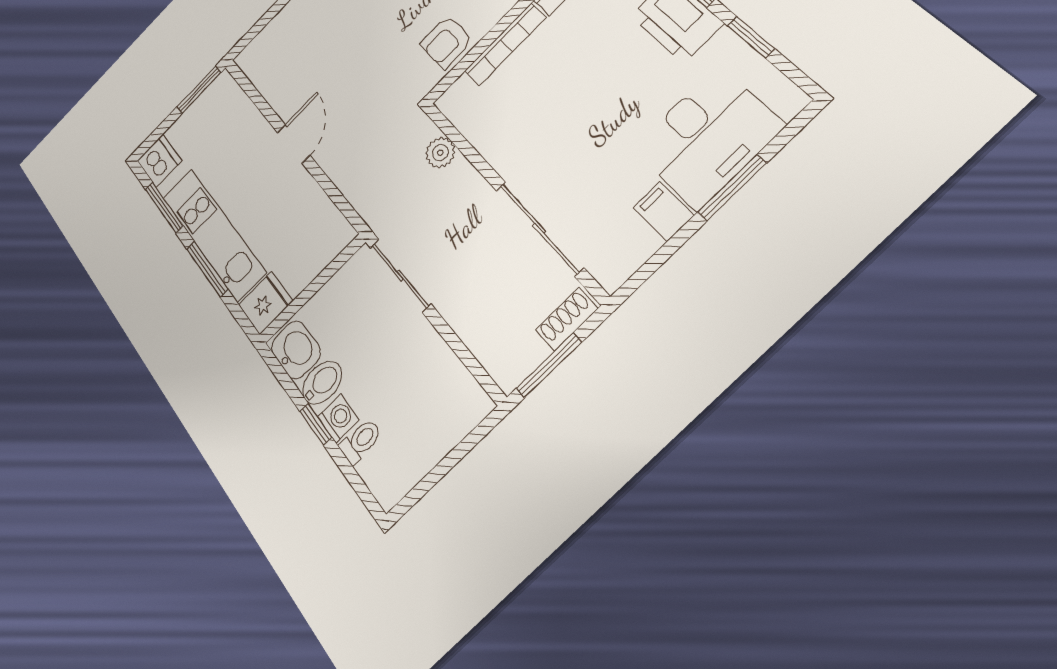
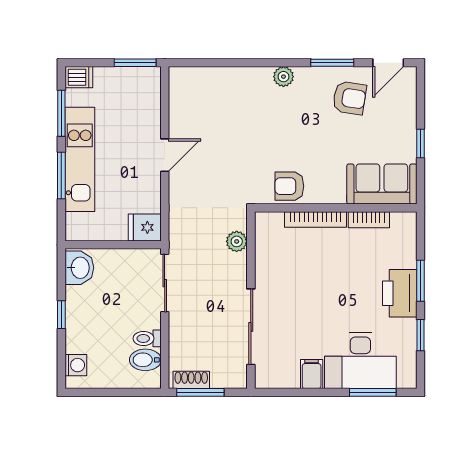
dishwasher: (159, 161) -> (79, 77), width x0.73
window: (732, 188) -> (373, 392), moved
fridge: (266, 303) -> (145, 227), moved, turned 180
shoe rack: (567, 319) -> (191, 380), moved
bidet: (322, 383) -> (145, 360), moved, turned 180
washing machine: (338, 418) -> (76, 365), moved
toilet: (361, 441) -> (147, 338), moved, turned 180

